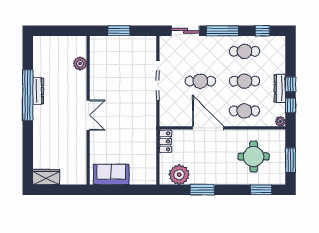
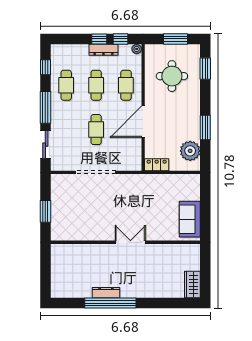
plant: (80, 64) -> (78, 250), removed

